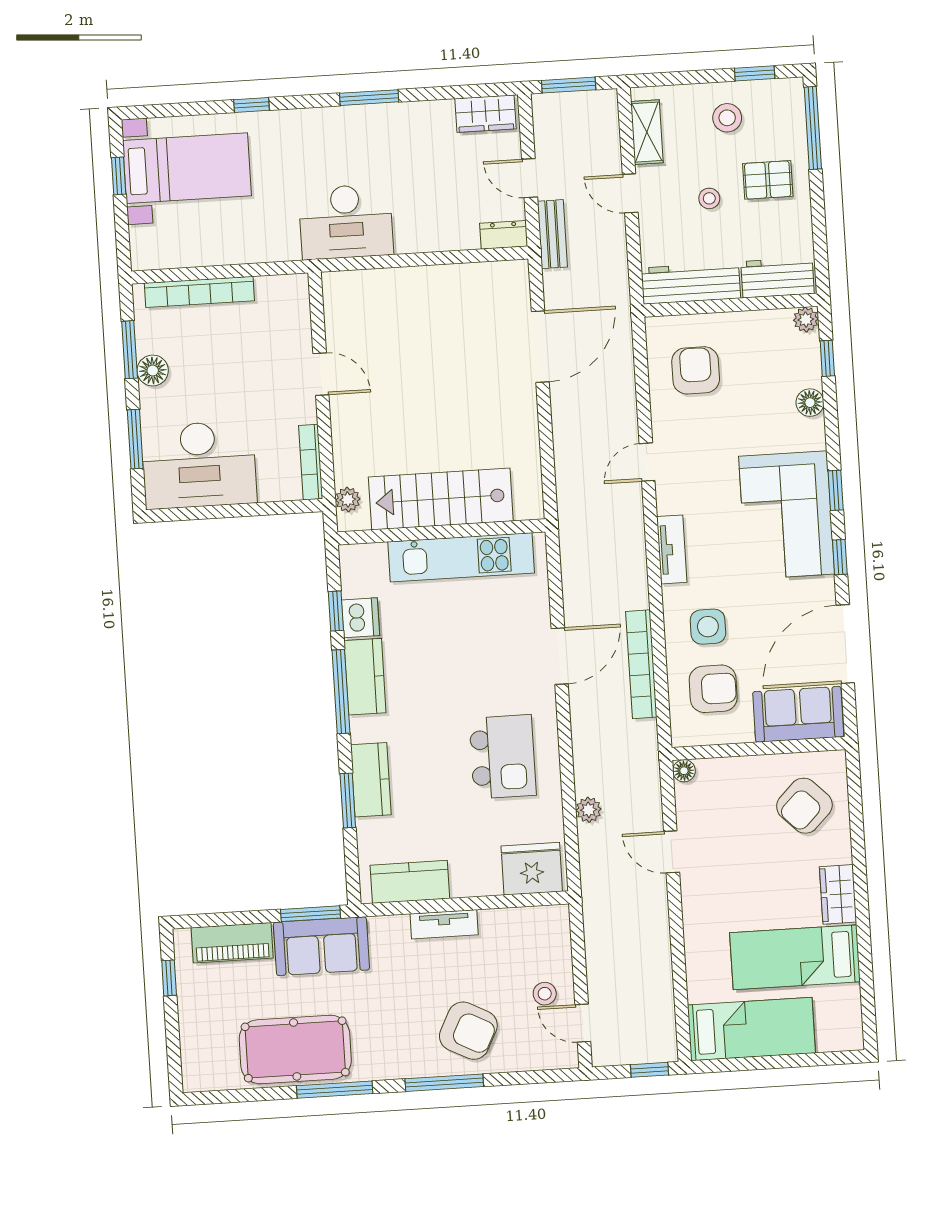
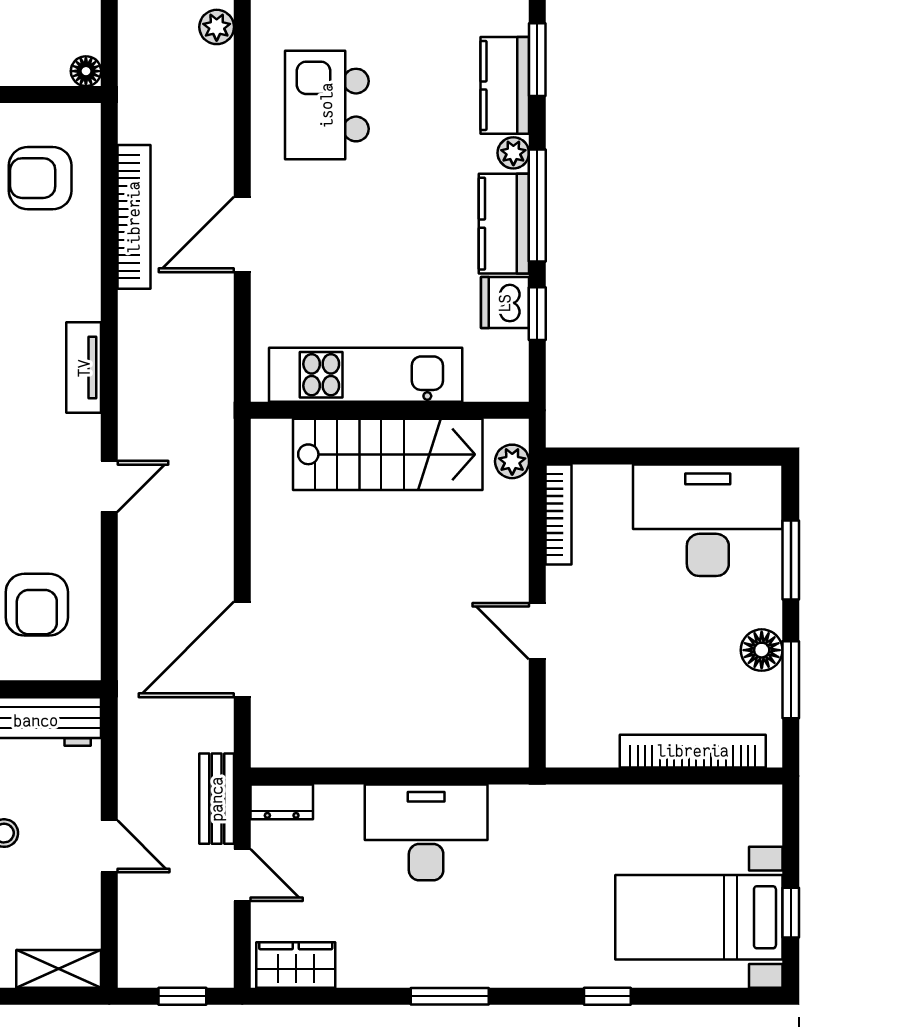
window: (569, 85) -> (182, 996), width x0.67
shelving: (647, 132) -> (59, 969), moved, turned 90
desk: (346, 222) -> (426, 832), moved
side table: (708, 627) -> (42, 262), removed
plant: (361, 730) -> (513, 153), added

